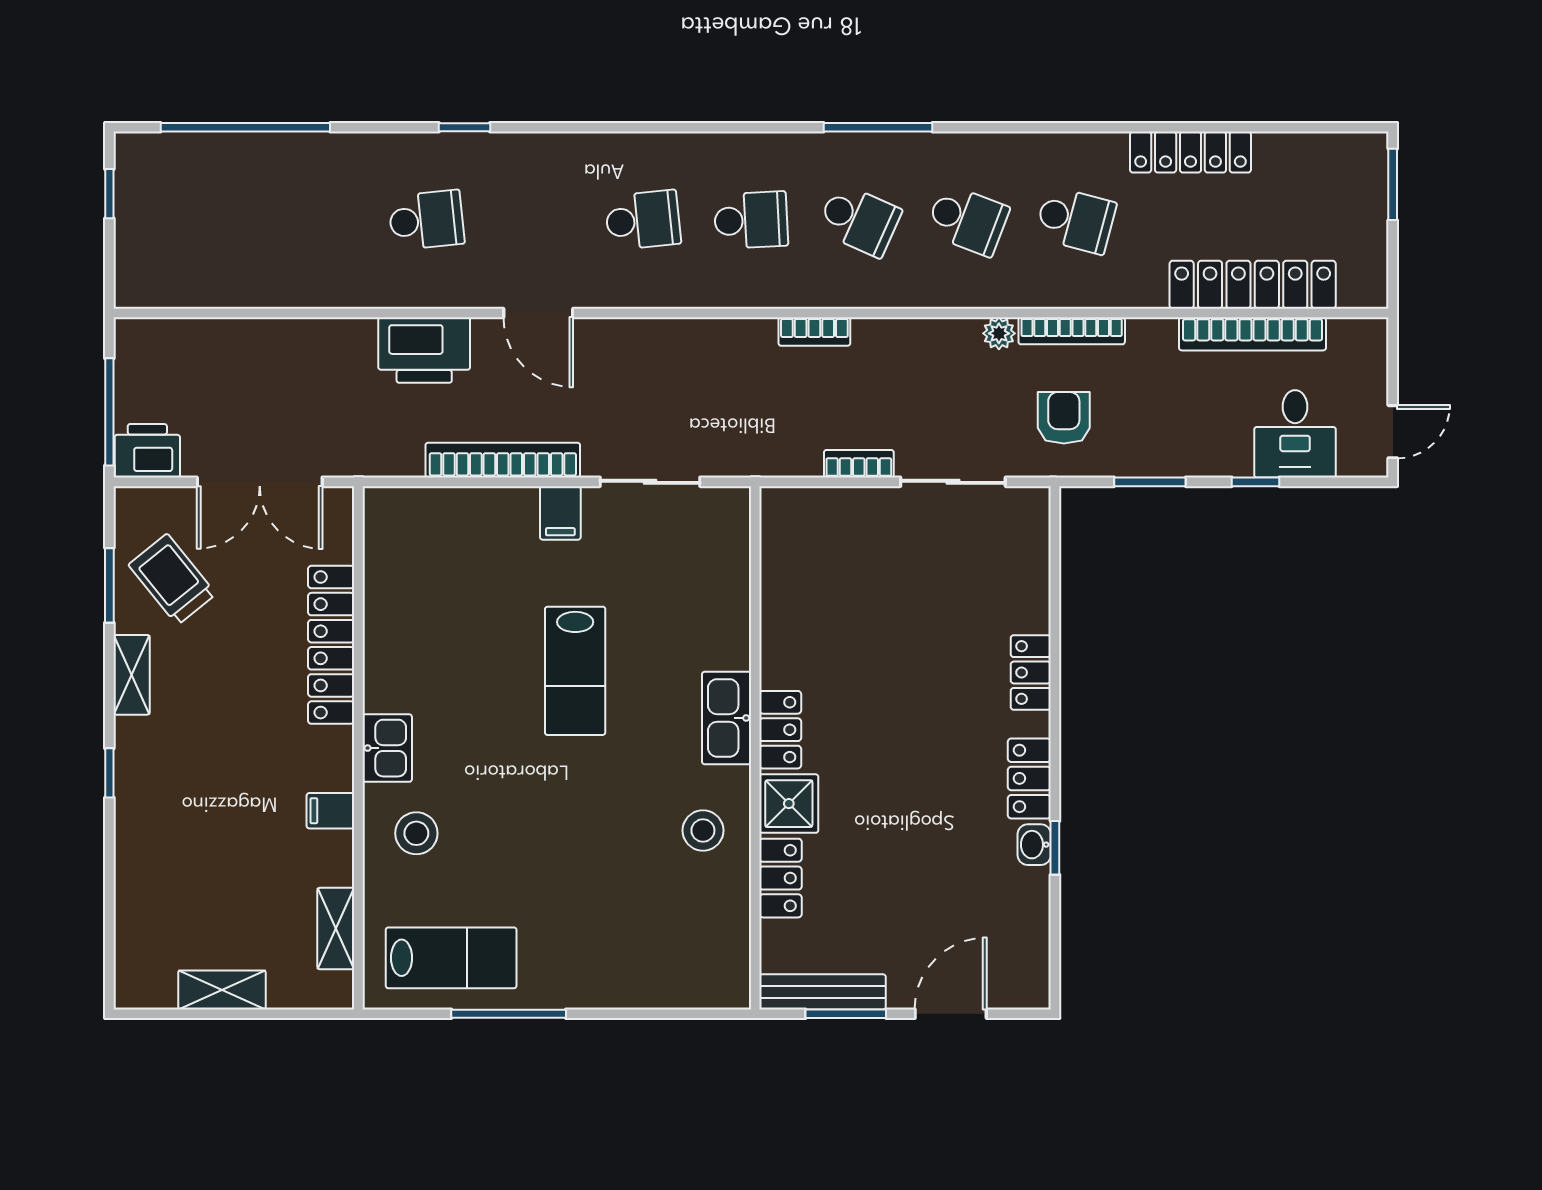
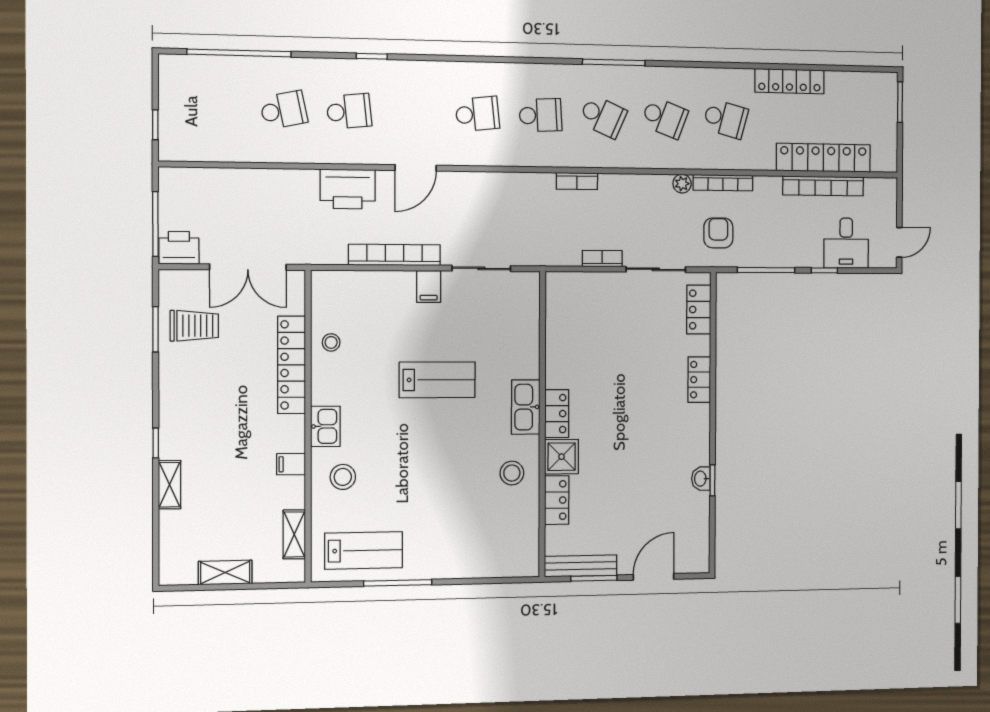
window: (109, 194) -> (155, 125), moved
school desk: (318, 220) -> (284, 110), added
door: (538, 313) -> (416, 168), hinge flipped
window: (1150, 482) -> (766, 270), width x1.44
trolley: (172, 579) -> (194, 326), turned 129
stool: (397, 607) -> (331, 342), added
lab bench: (575, 671) -> (437, 380), turned -90
shelving: (132, 675) -> (169, 485), moved
locker: (1029, 778) -> (699, 310), moved

